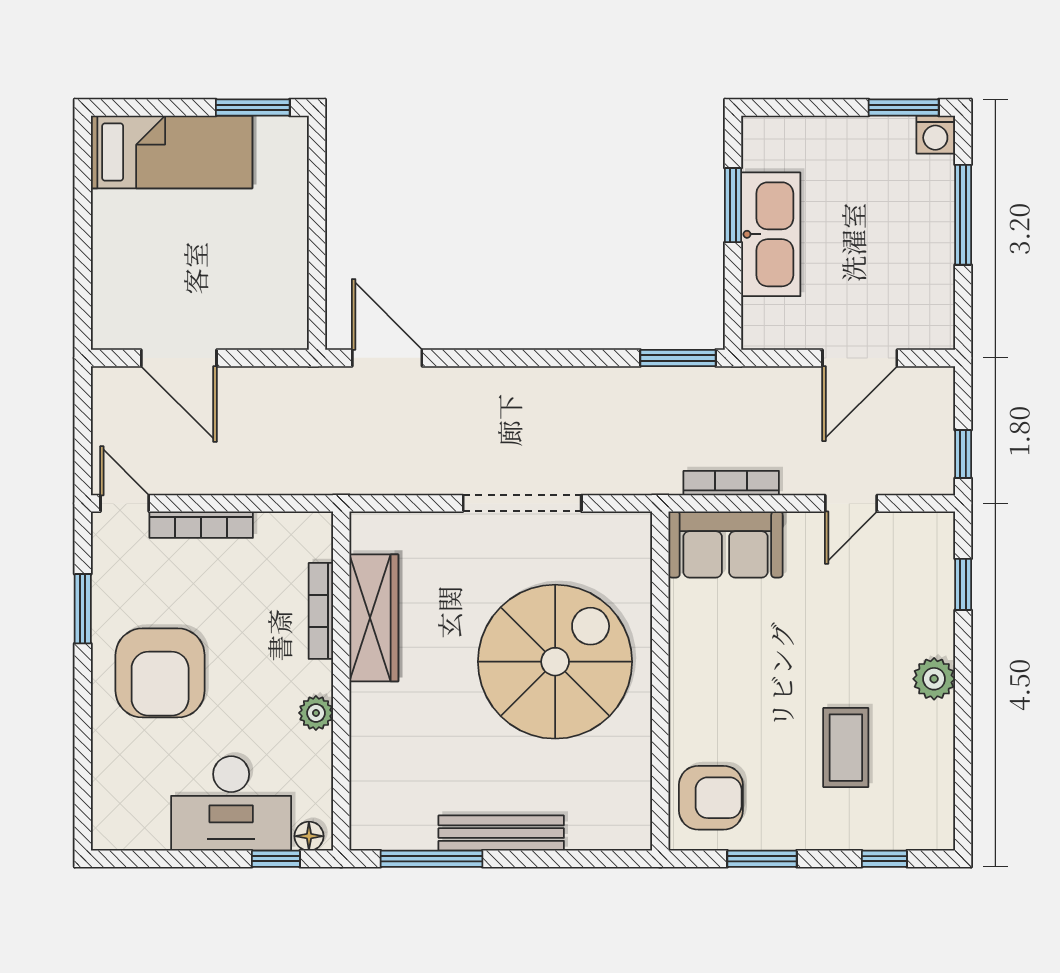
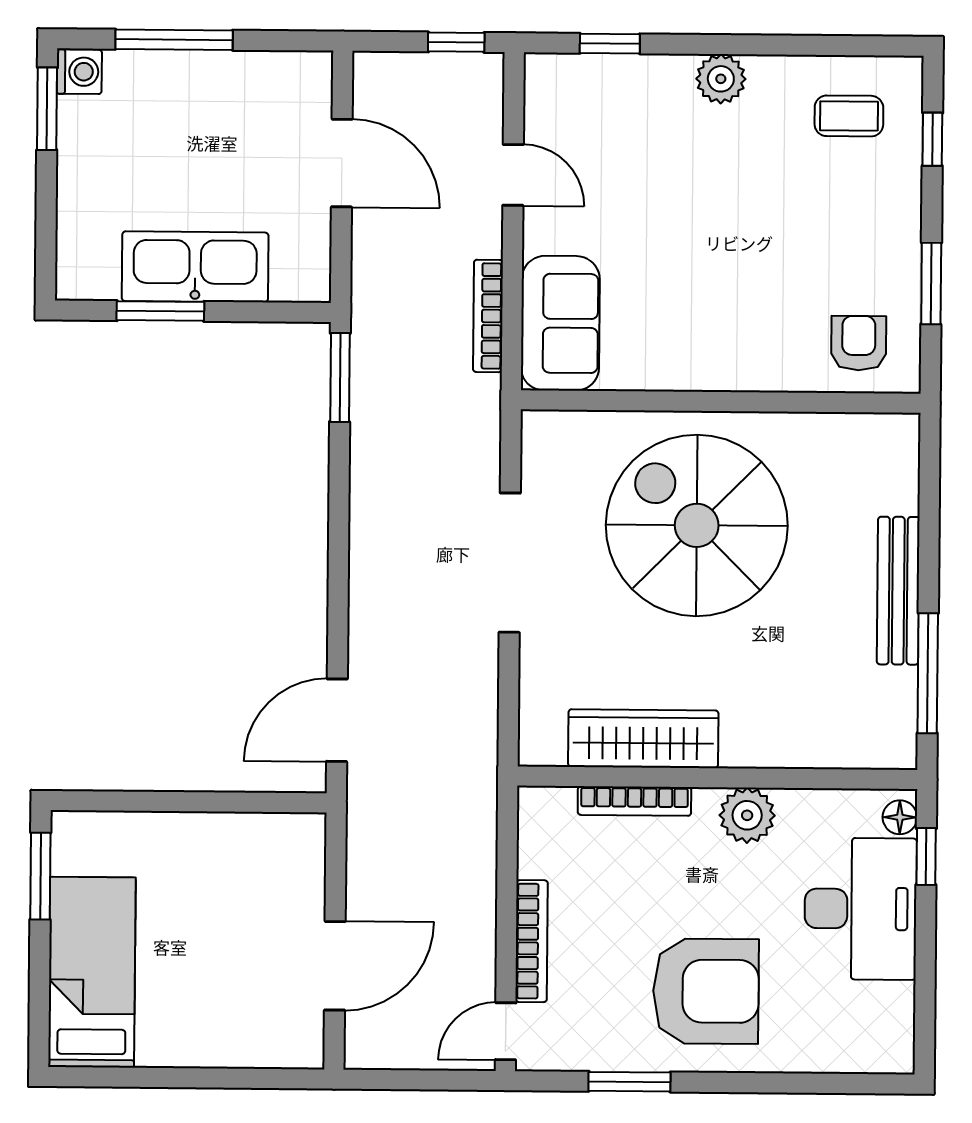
plant: (316, 713) -> (747, 815), width x1.38, depth x1.38
coffee table: (846, 748) -> (849, 116), moved, width x0.73, depth x0.77
armchair: (711, 798) -> (859, 343), width x0.72, depth x0.72

